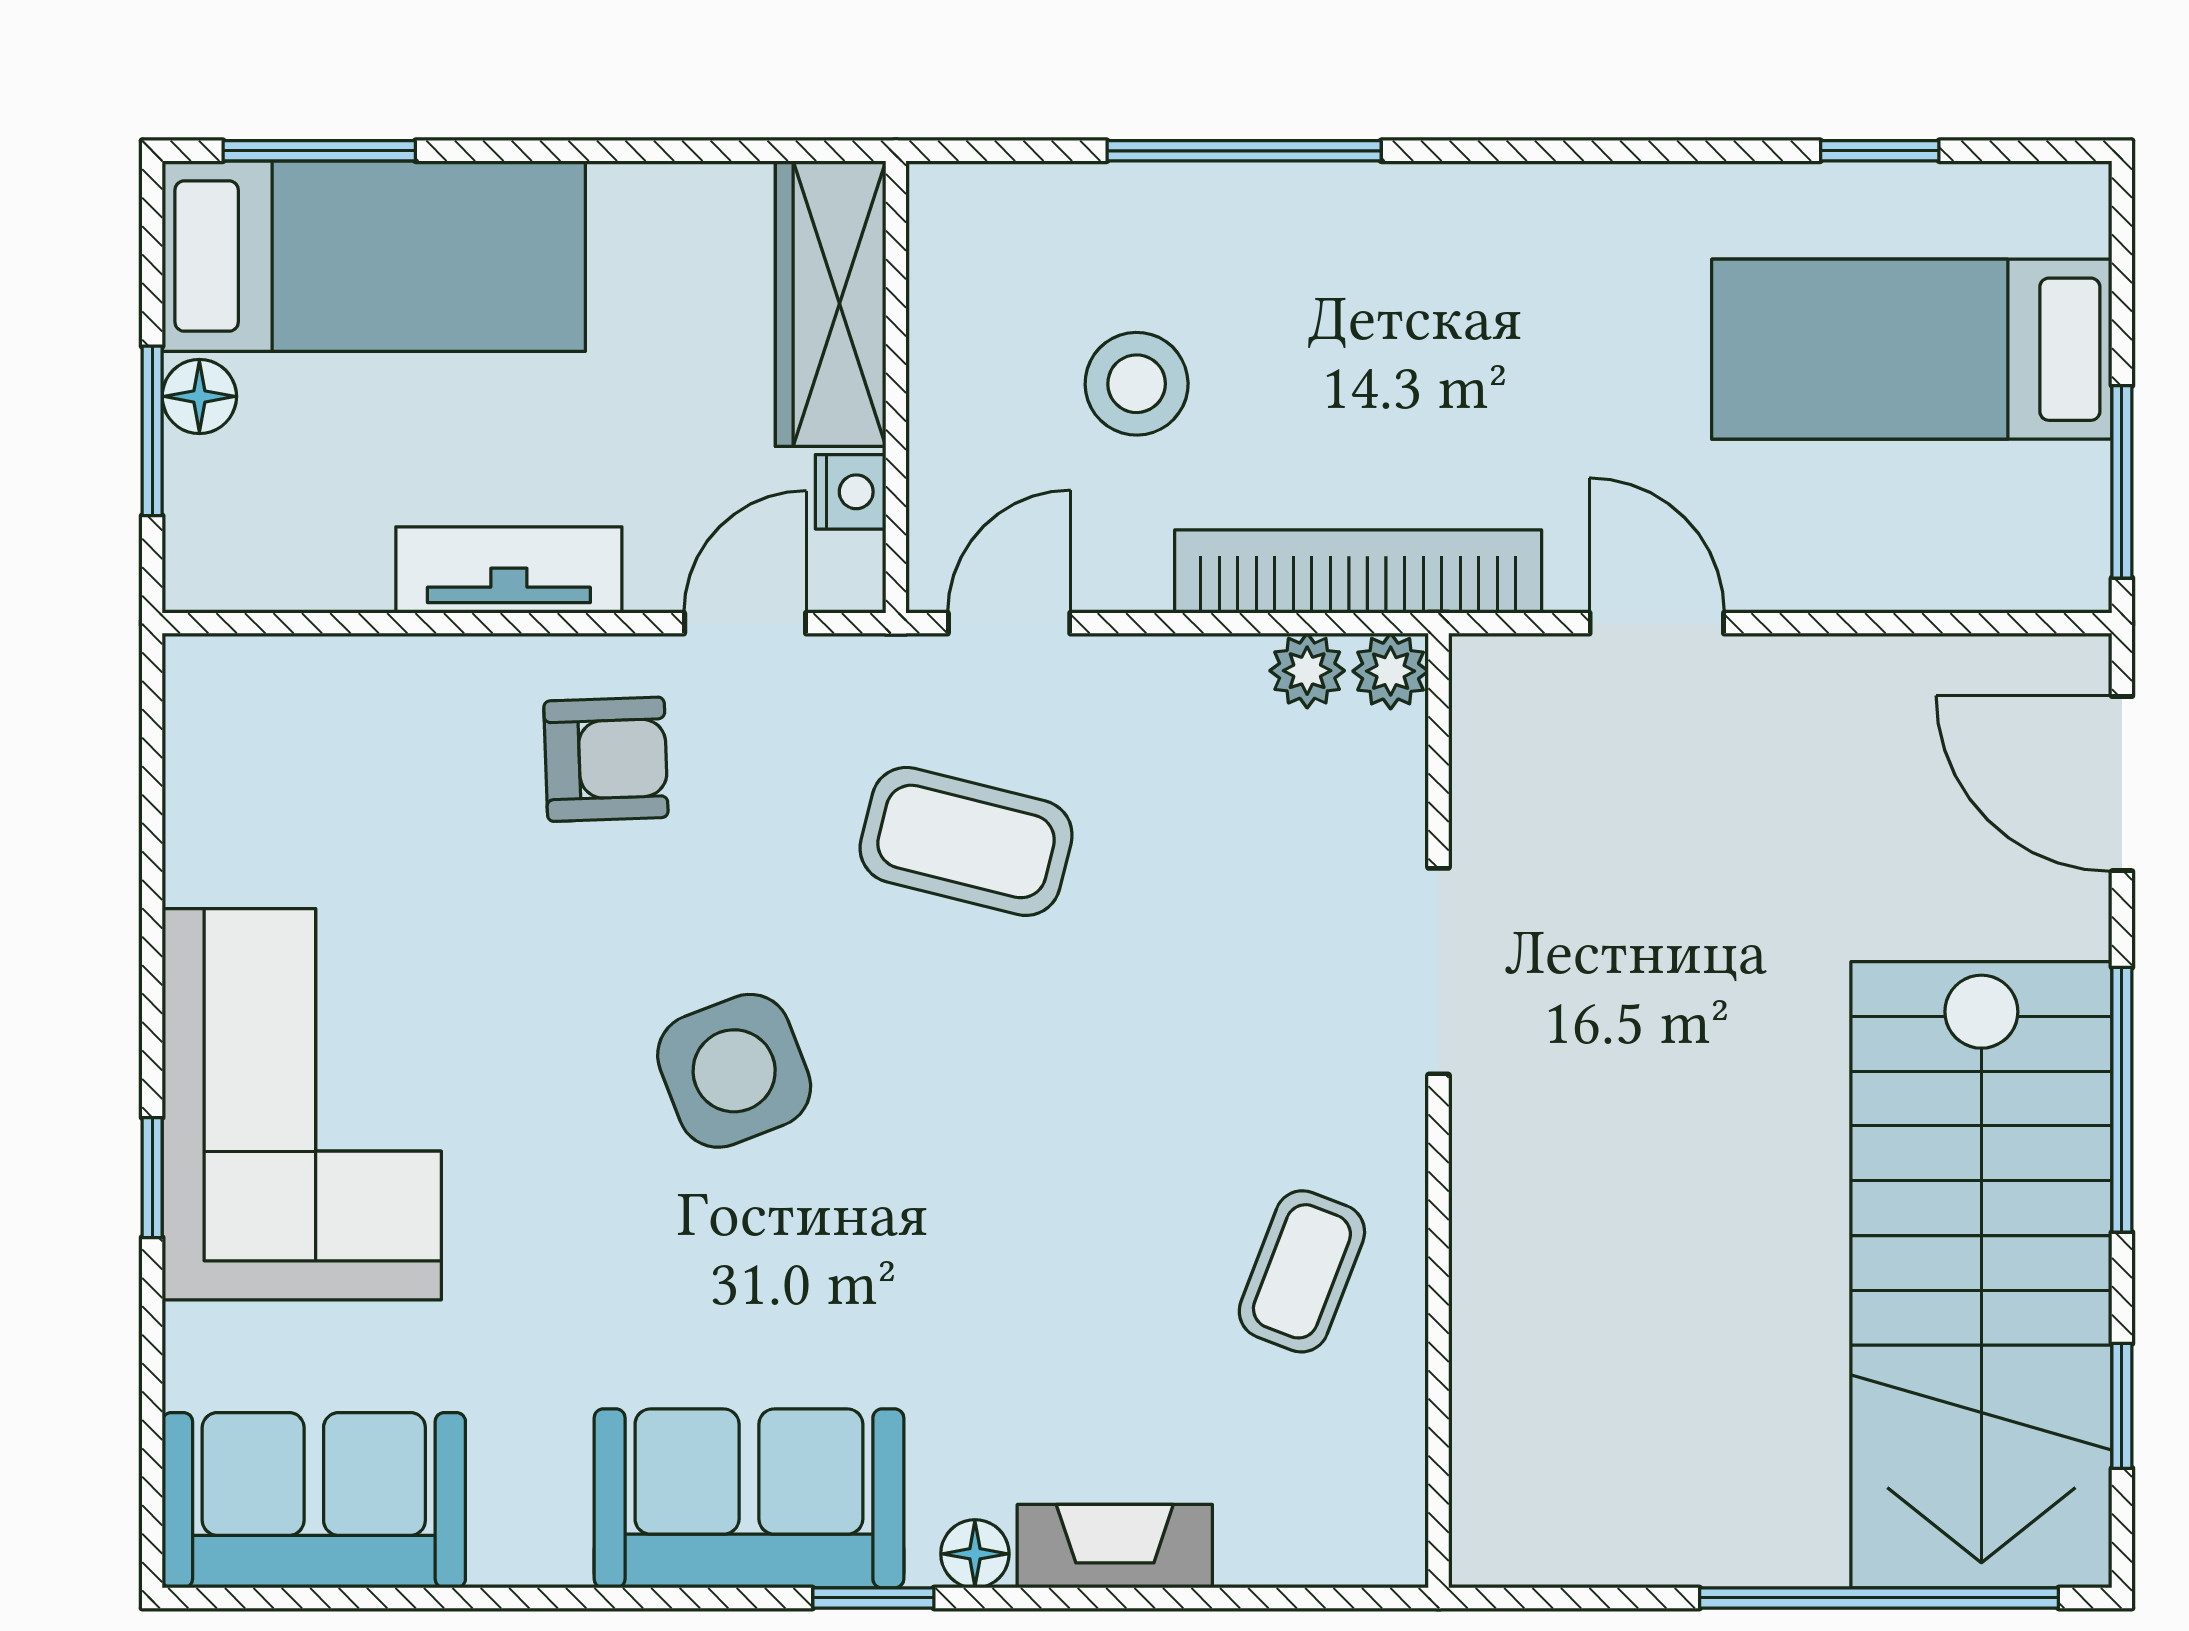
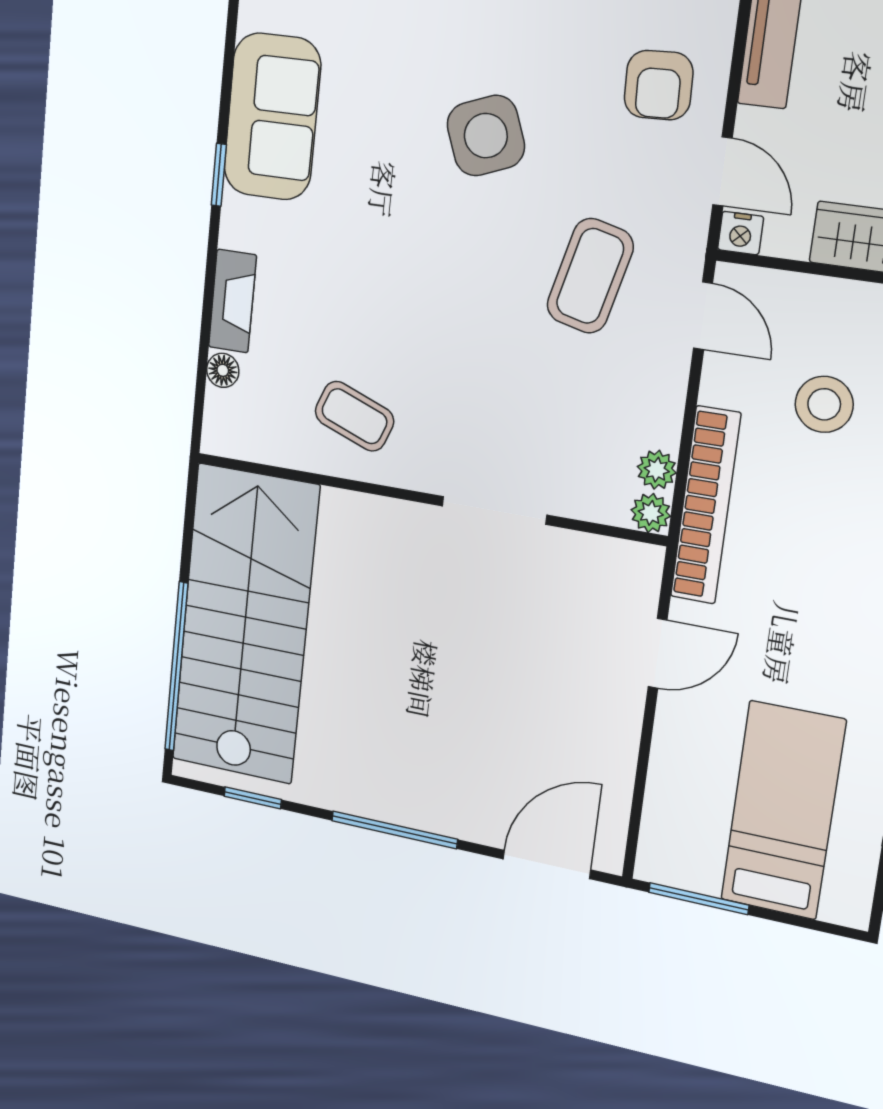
nightstand: (851, 492) -> (741, 233), moved
stairs: (1981, 1275) -> (245, 625), moved, turned 90
floor lamp: (975, 1554) -> (223, 370), moved

